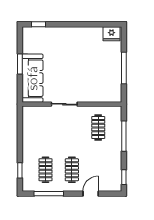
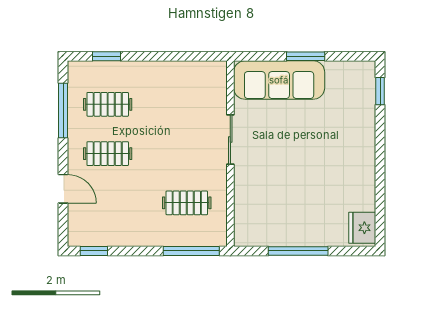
window: (124, 136) -> (191, 251), moved

